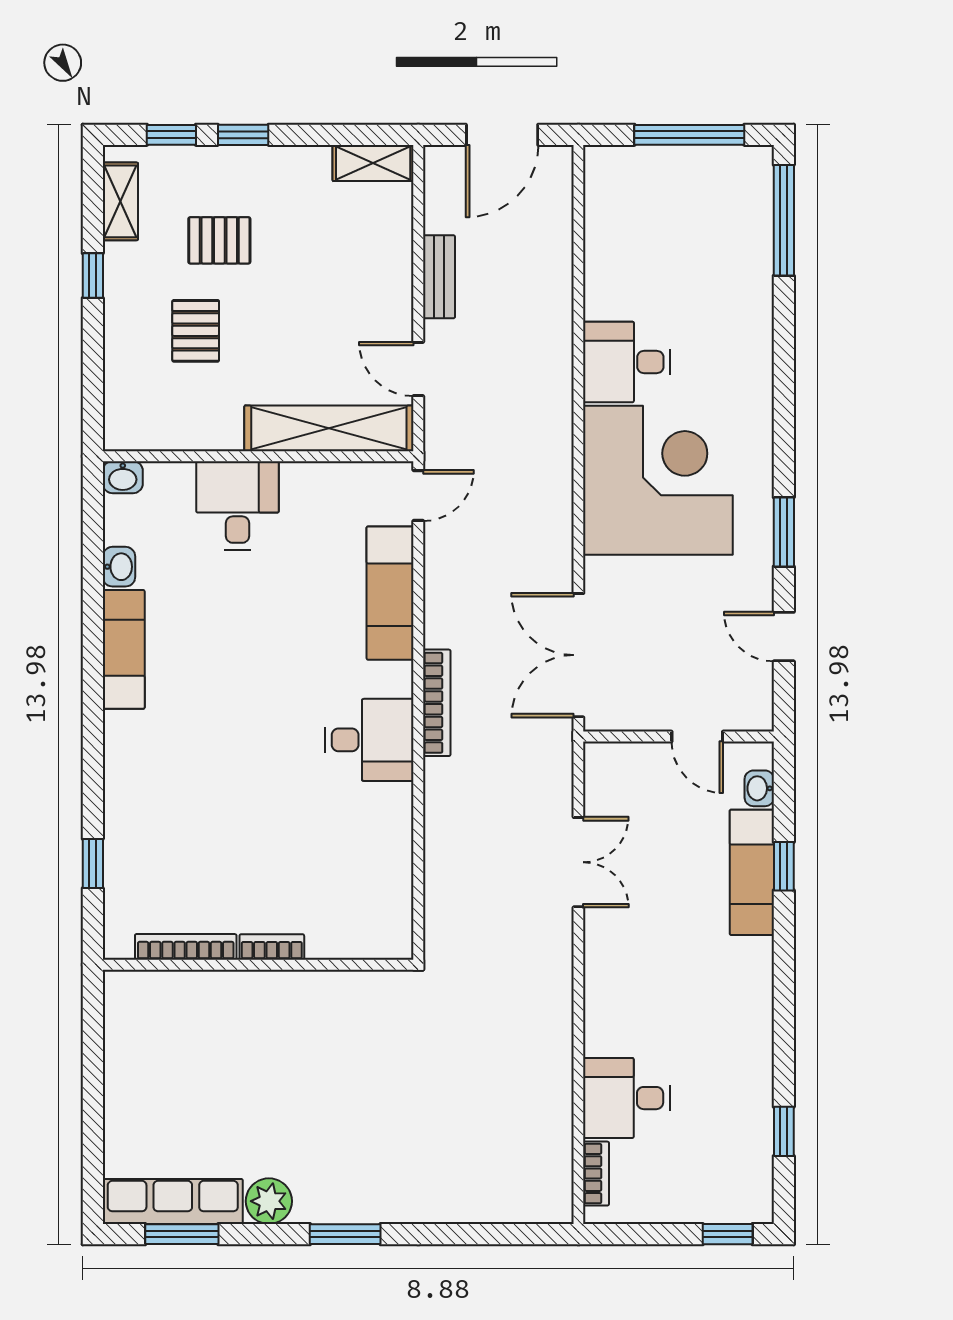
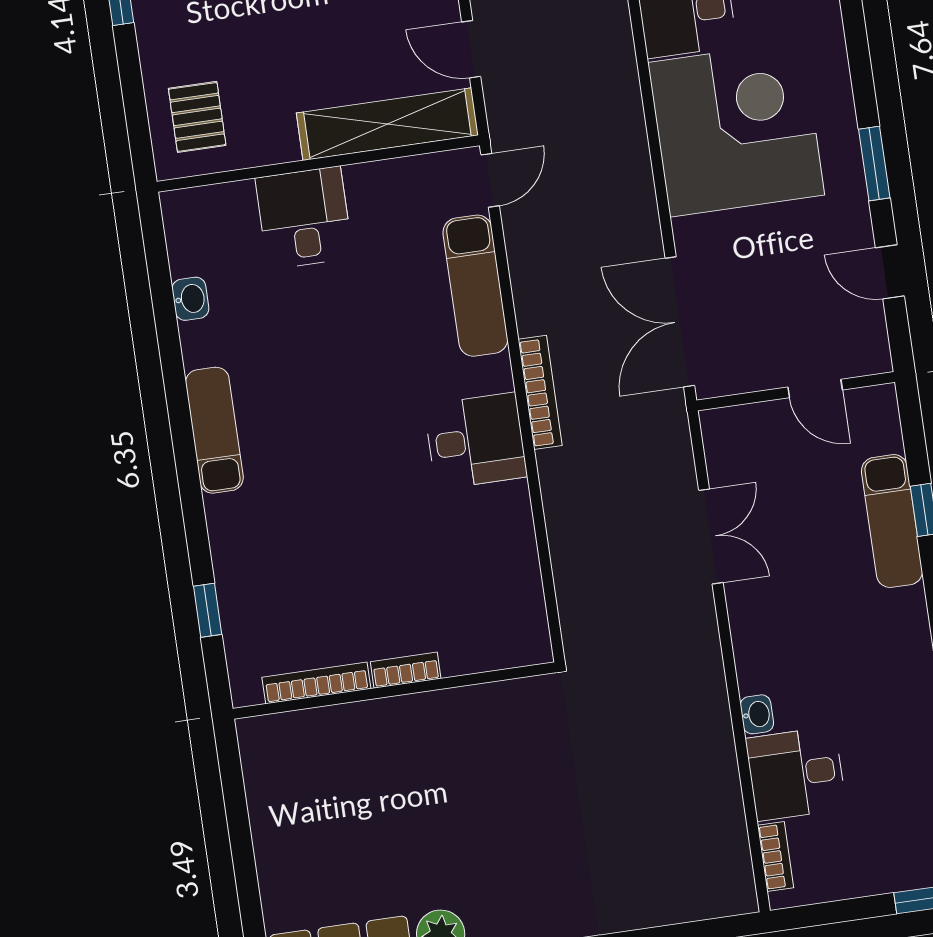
pallet: (196, 331) -> (197, 117), moved
washbasin: (123, 477) -> (181, 205), removed
exam couch: (124, 649) -> (214, 430), moved
washbasin: (759, 788) -> (757, 714), moved, turned 180

